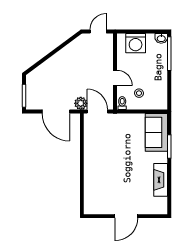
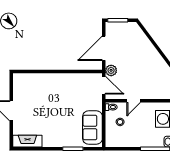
door: (97, 111) -> (104, 85), hinge flipped
sofa: (156, 132) -> (92, 127), moved, turned -90
fireplace: (161, 180) -> (27, 141), moved

